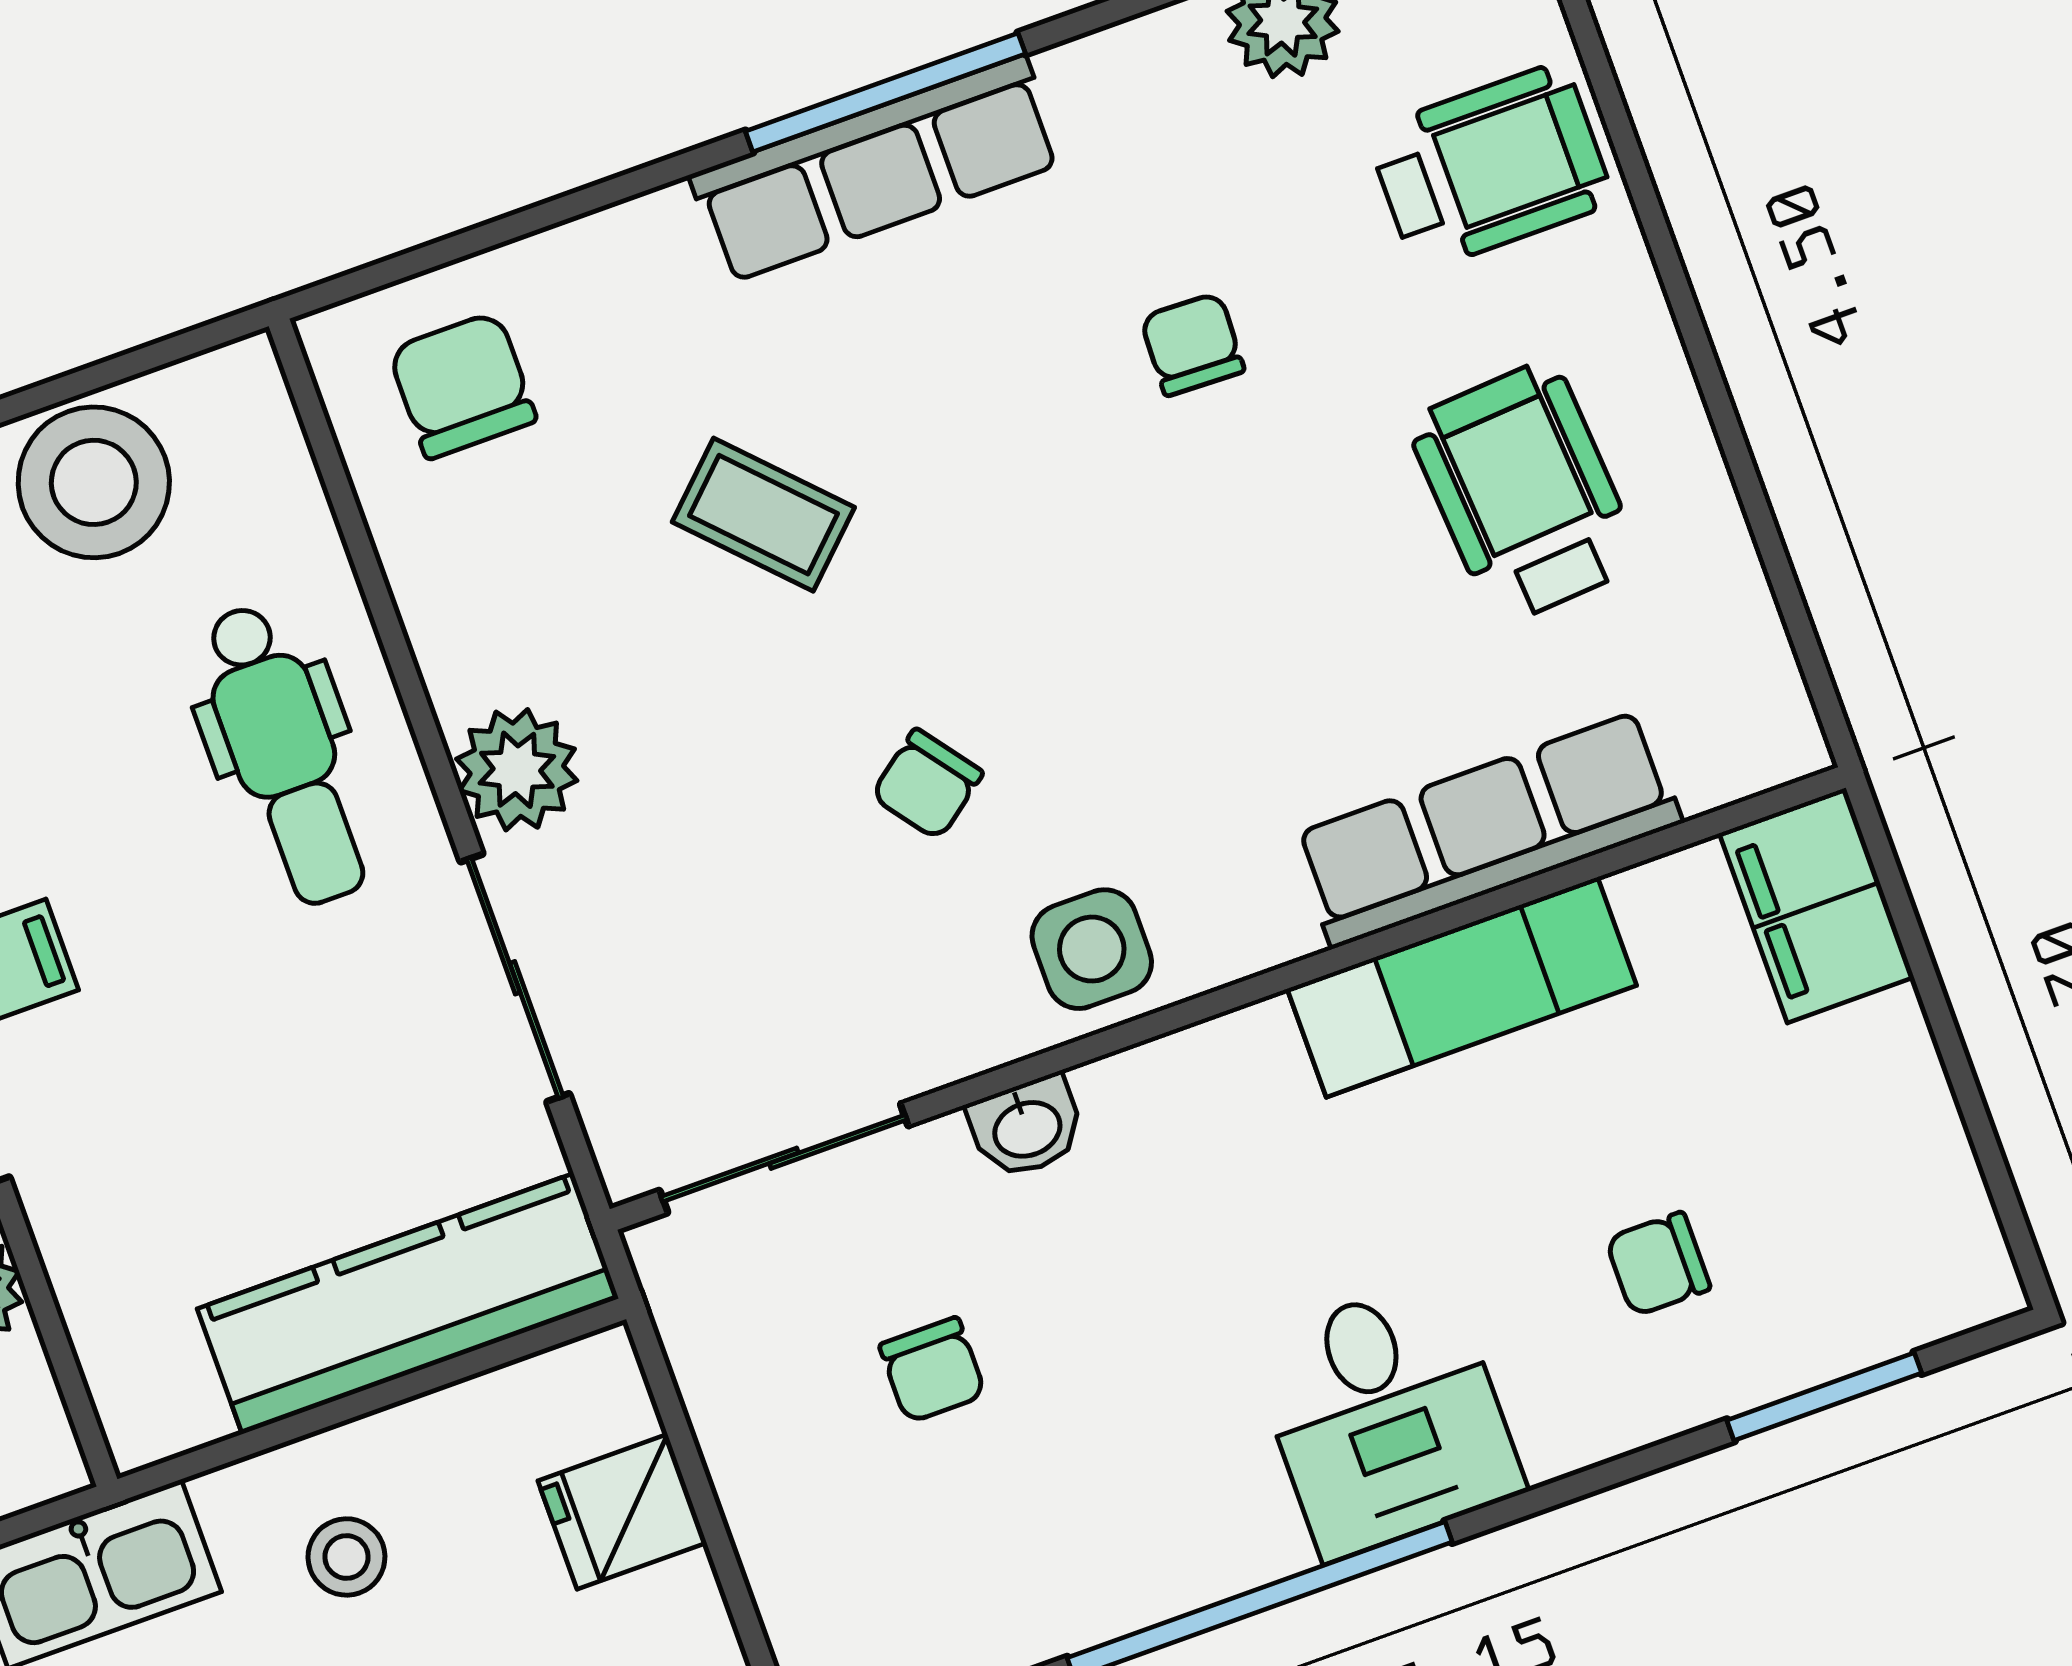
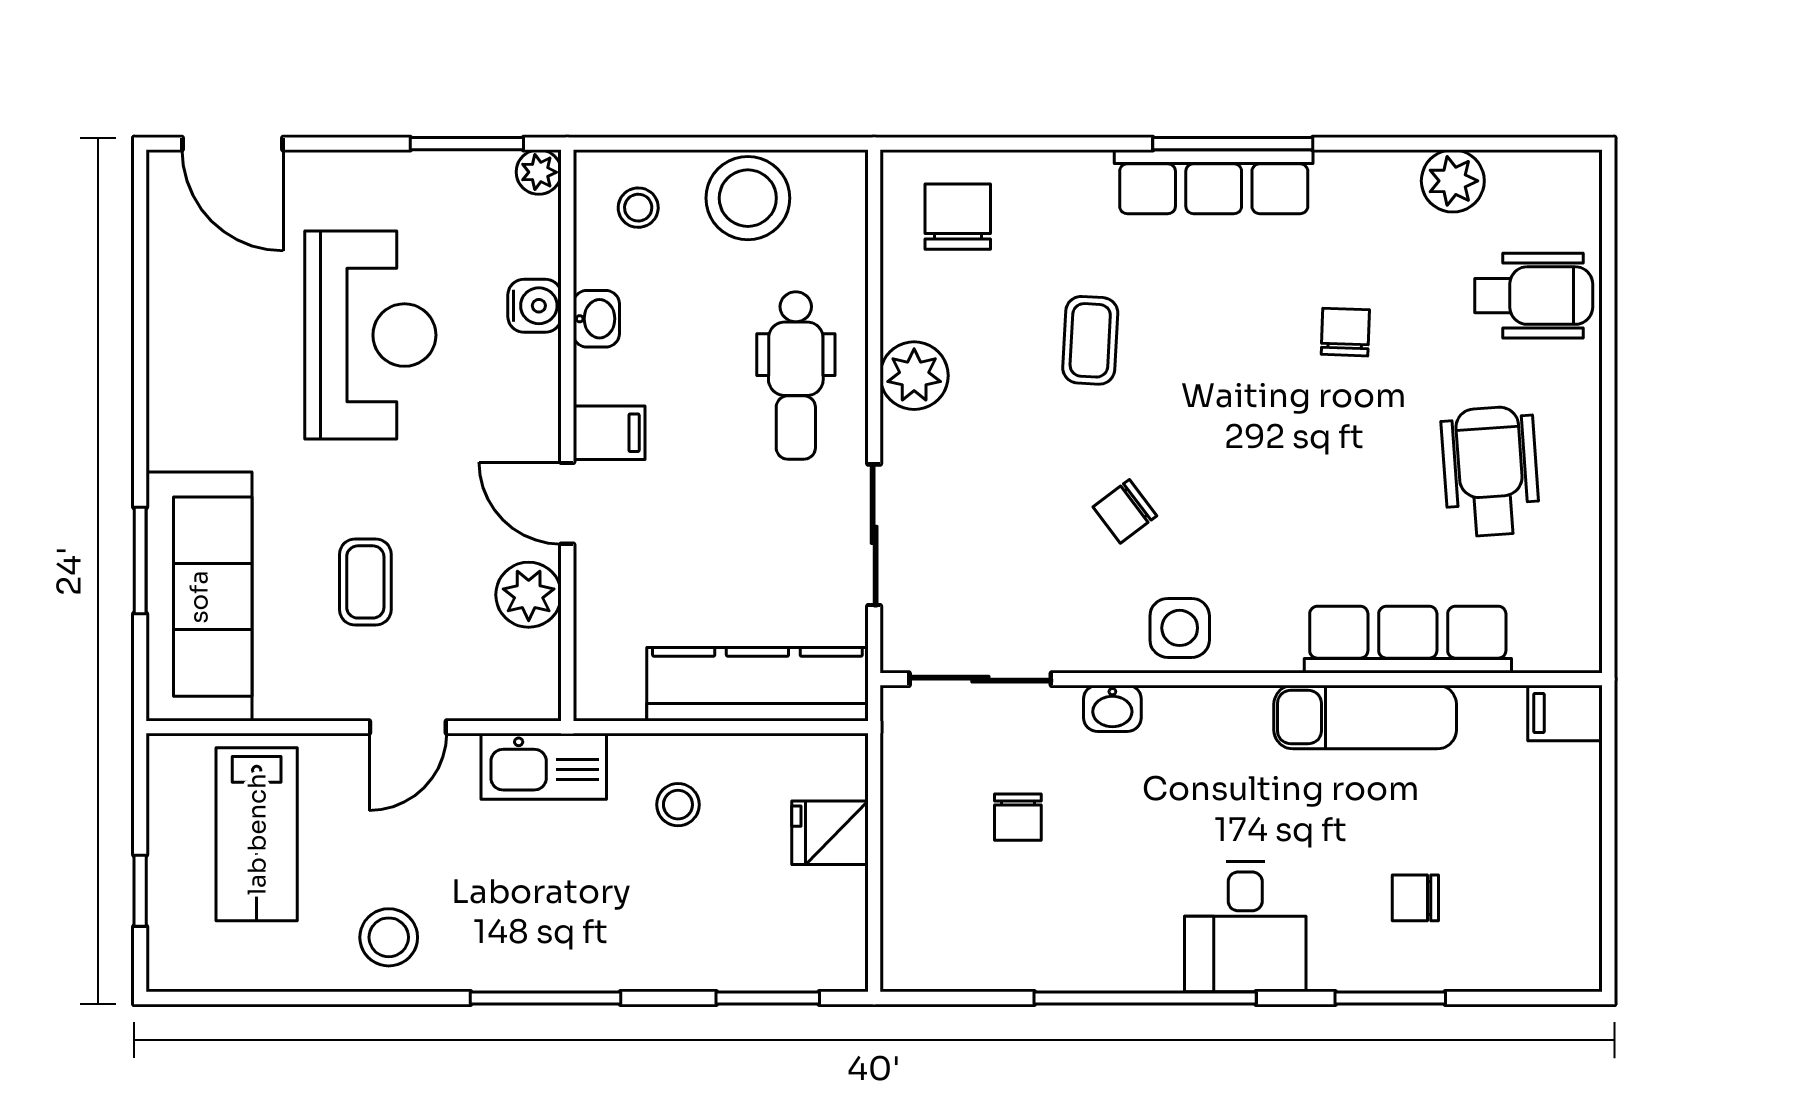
coffee table: (763, 515) -> (1090, 340), turned 47
plant: (517, 770) -> (914, 376), moved
filing cabinet: (1817, 905) -> (1565, 713), width x0.50
window: (1824, 1397) -> (1390, 998), moved

